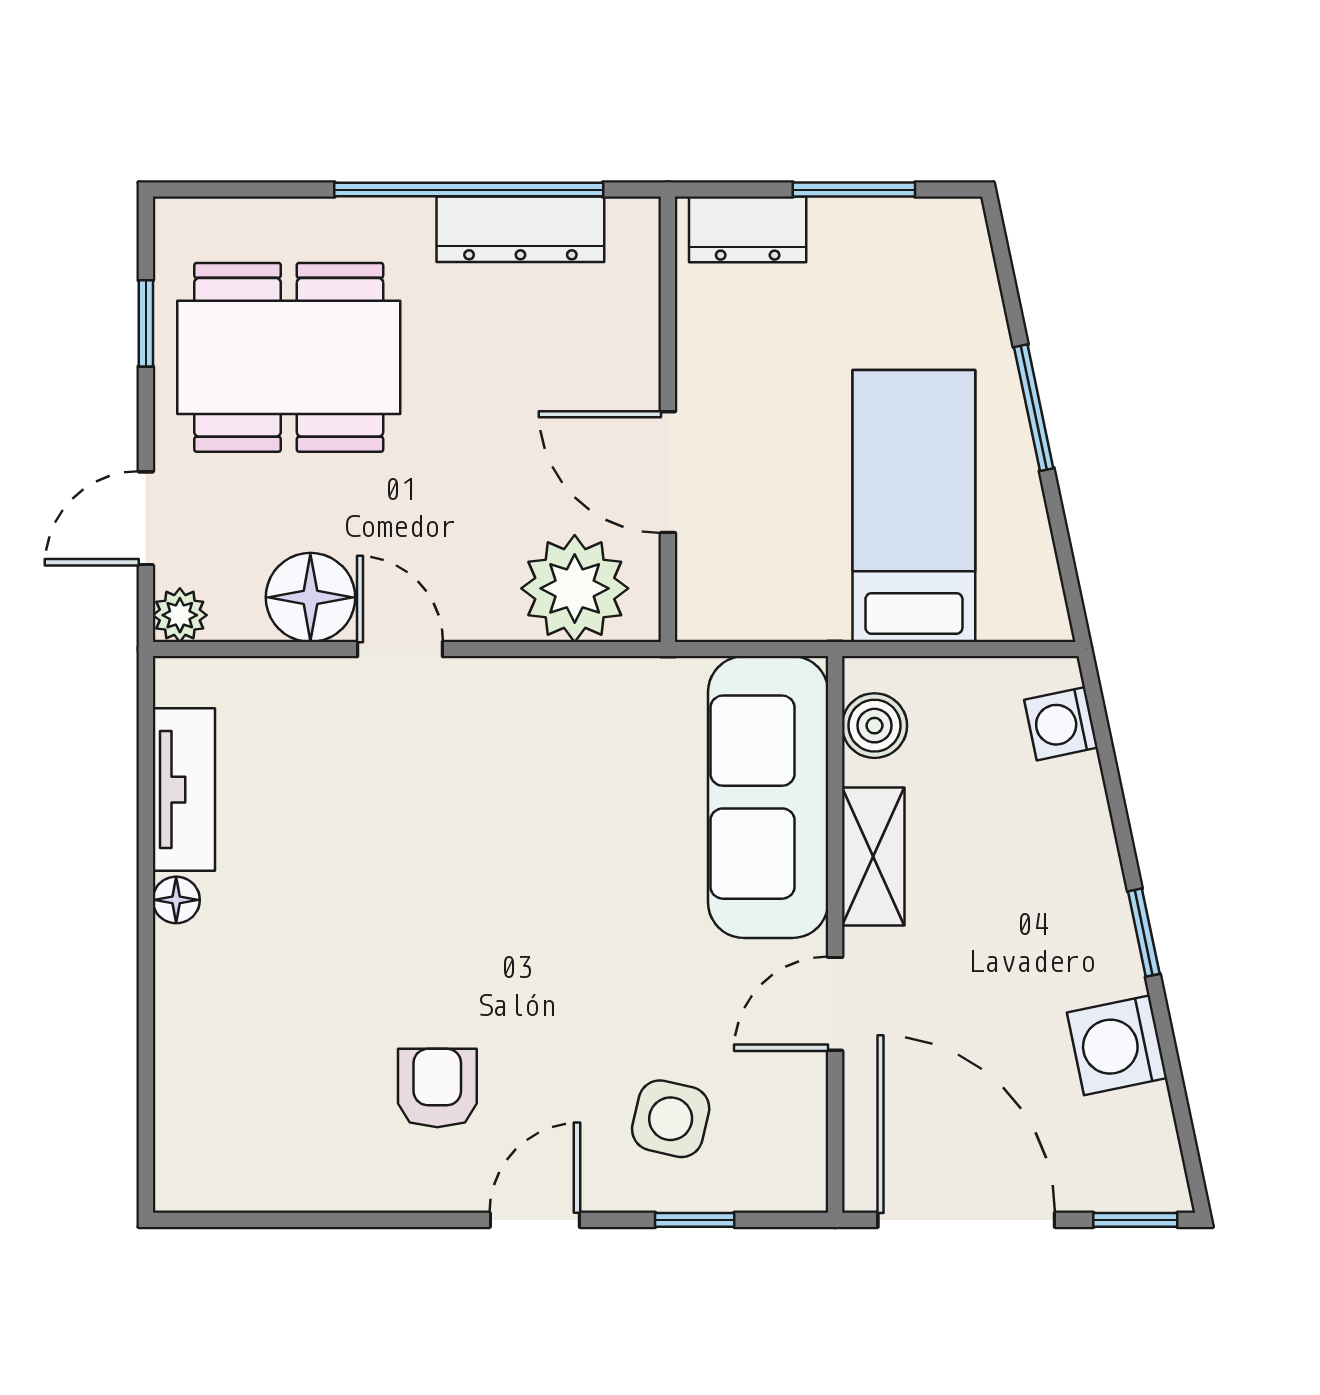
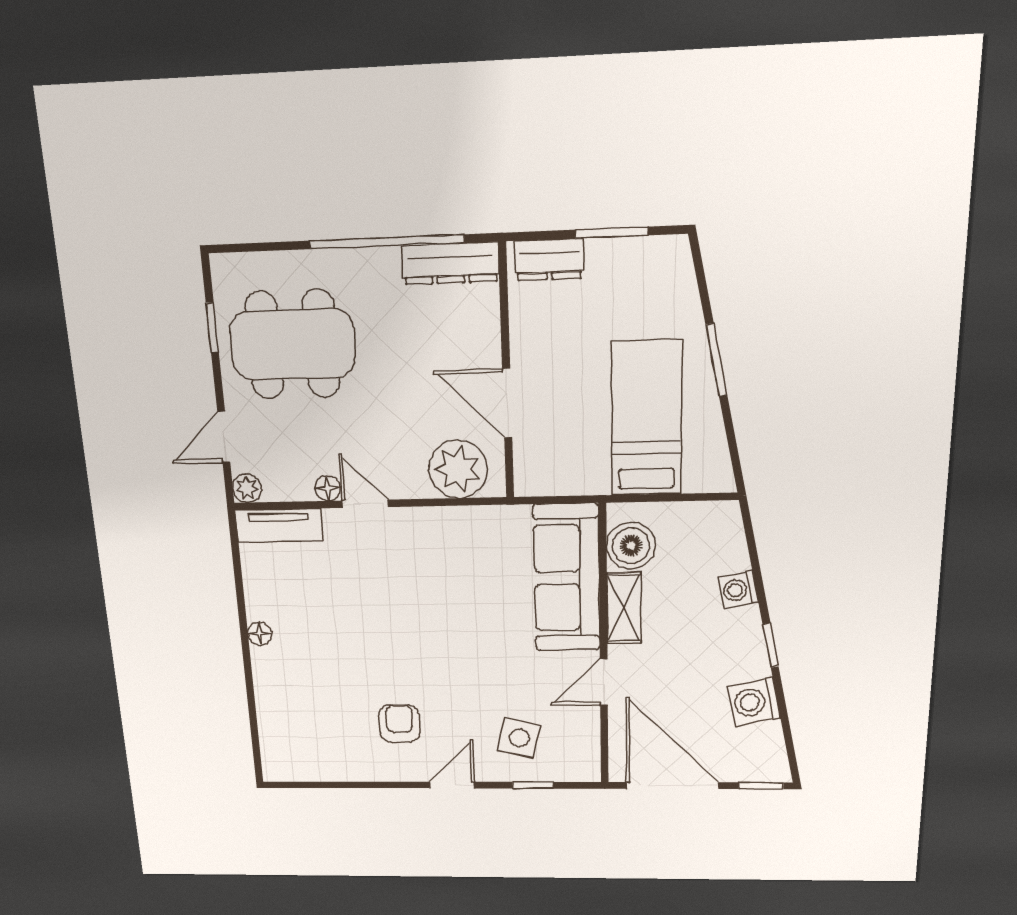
dresser: (520, 229) -> (450, 263), moved
floor lamp: (310, 597) -> (328, 488), width x0.53, depth x0.53
washing machine: (1061, 724) -> (738, 590), moved
boiler: (874, 726) -> (631, 546), width x1.36, depth x1.36
tv unit: (184, 790) -> (279, 526), moved, turned 90

